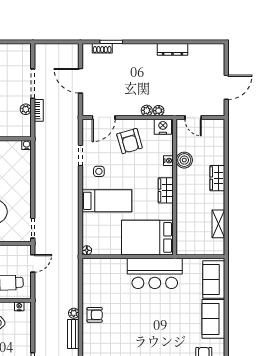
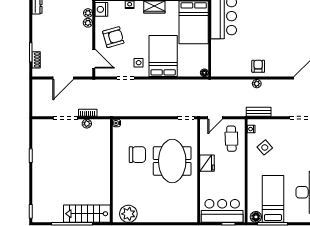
bed: (107, 201) -> (163, 56), width x1.50
door: (33, 263) -> (215, 118), swing flipped
bench: (73, 334) -> (259, 112), moved

